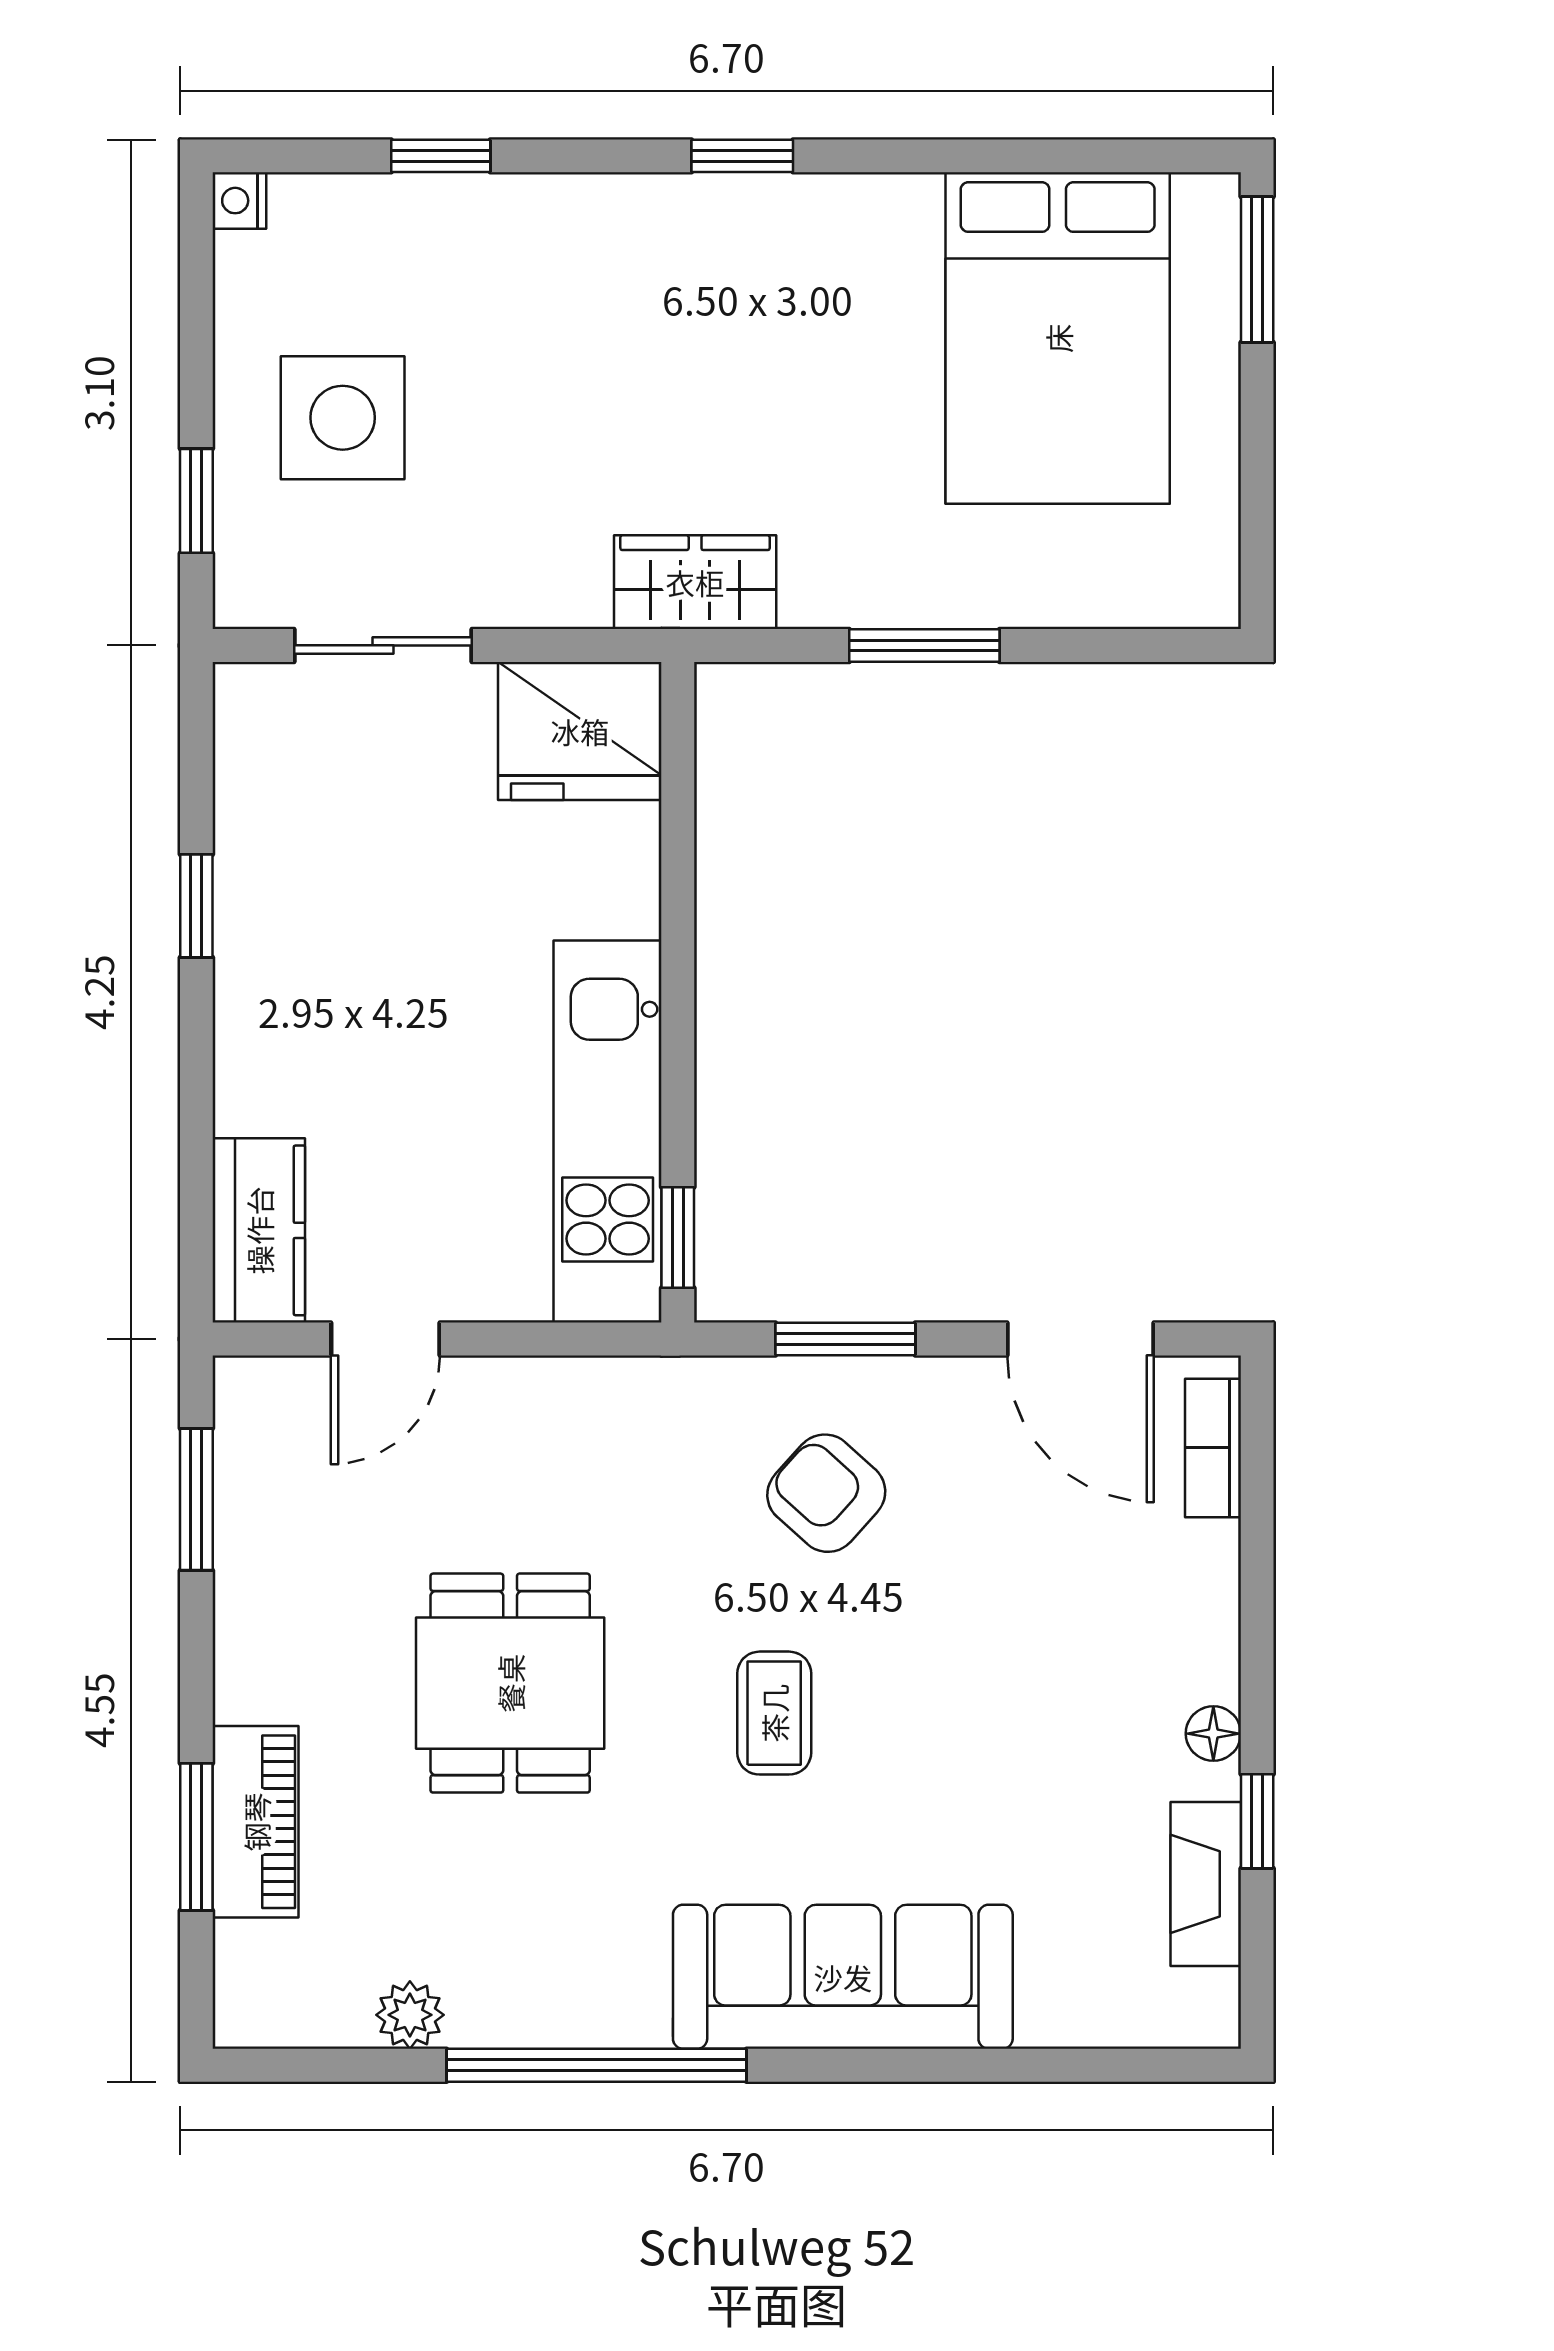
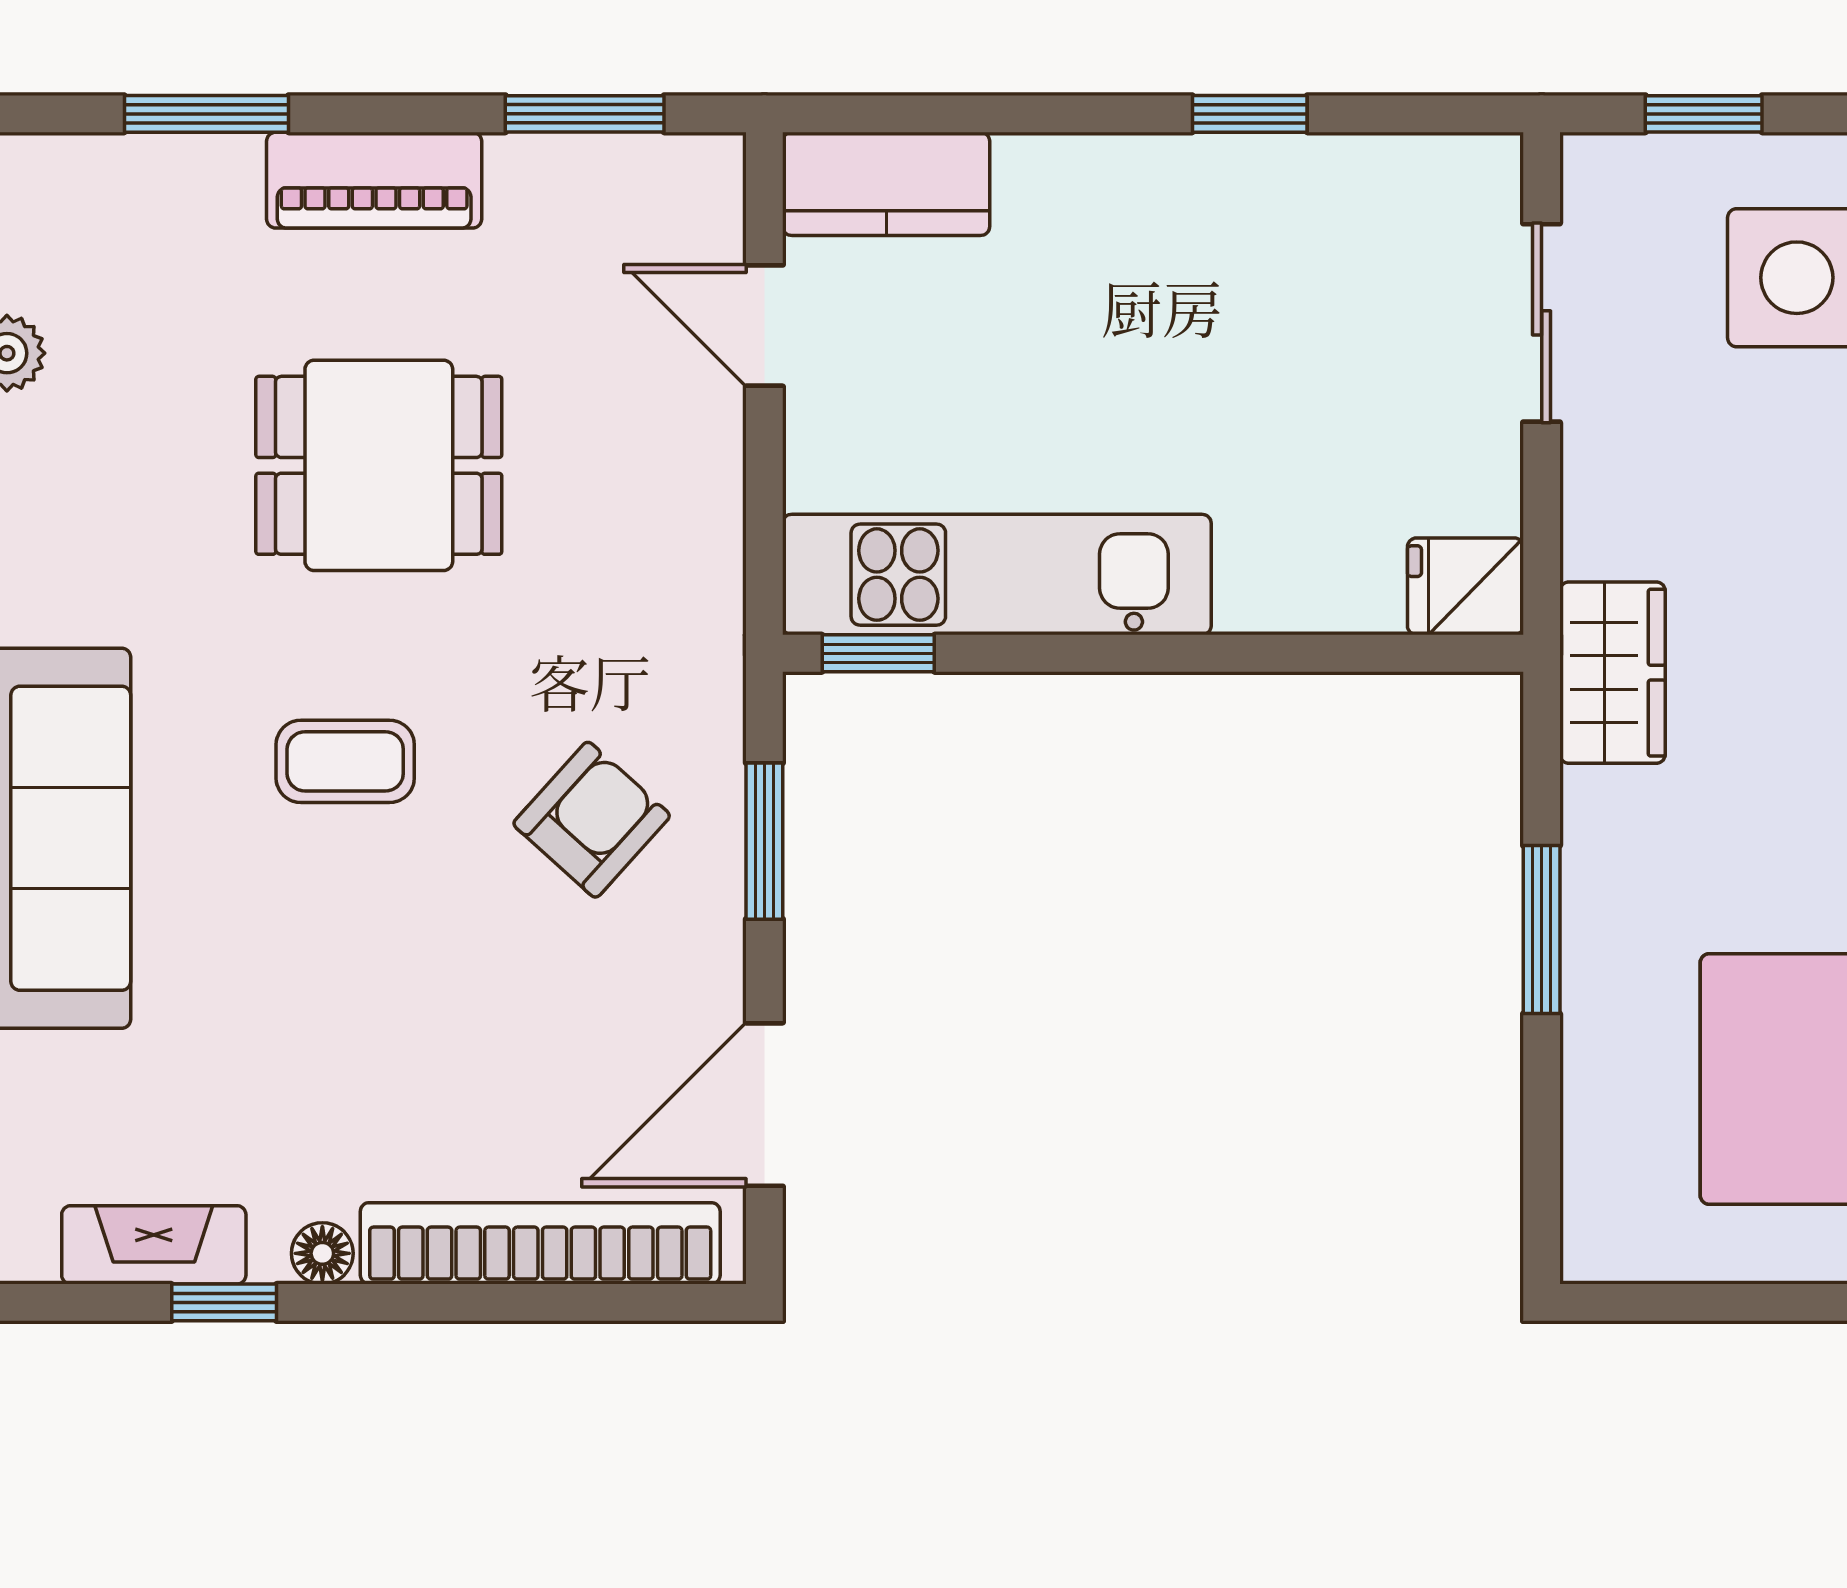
fridge: (580, 731) -> (1465, 586), width x0.53, depth x0.75
bookcase: (1213, 1448) -> (540, 1243), width x2.31, depth x1.31
piano: (256, 1822) -> (374, 180), moved

